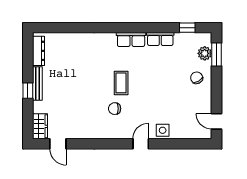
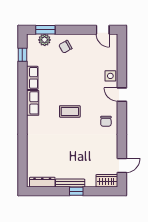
chair: (115, 109) -> (106, 121), moved
door: (217, 121) -> (103, 30), hinge flipped

